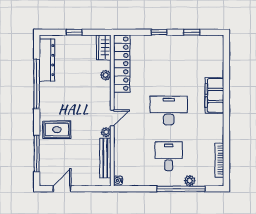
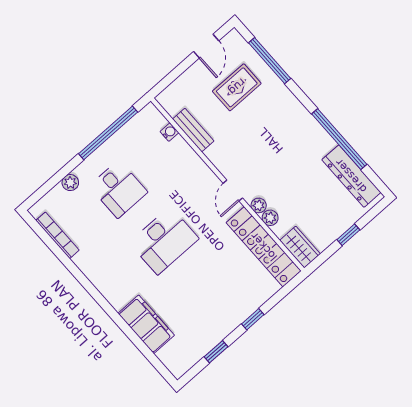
filing cabinet: (214, 95) -> (146, 324), moved
door: (112, 118) -> (233, 191), moved
rug: (57, 130) -> (237, 87), moved
plant: (106, 132) -> (259, 205), moved
bench: (105, 158) -> (193, 130), width x0.73
water cooler: (118, 180) -> (169, 132), moved
window: (181, 189) -> (108, 133), moved

